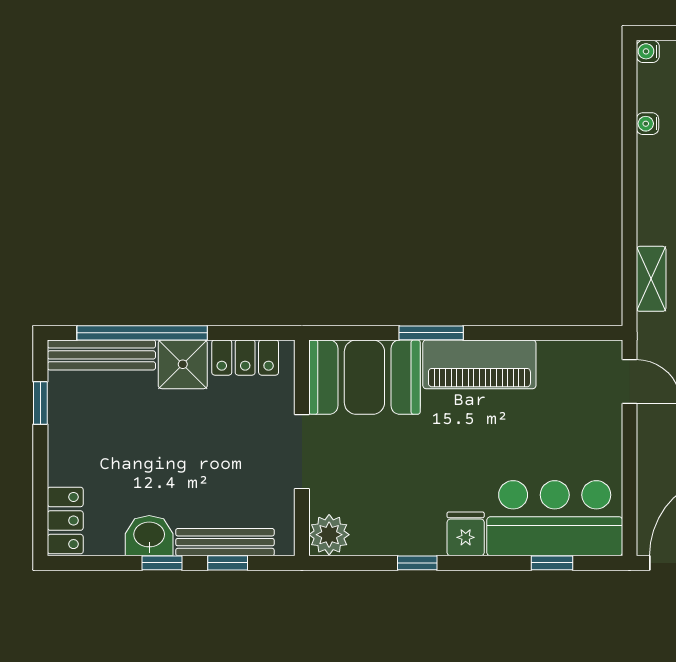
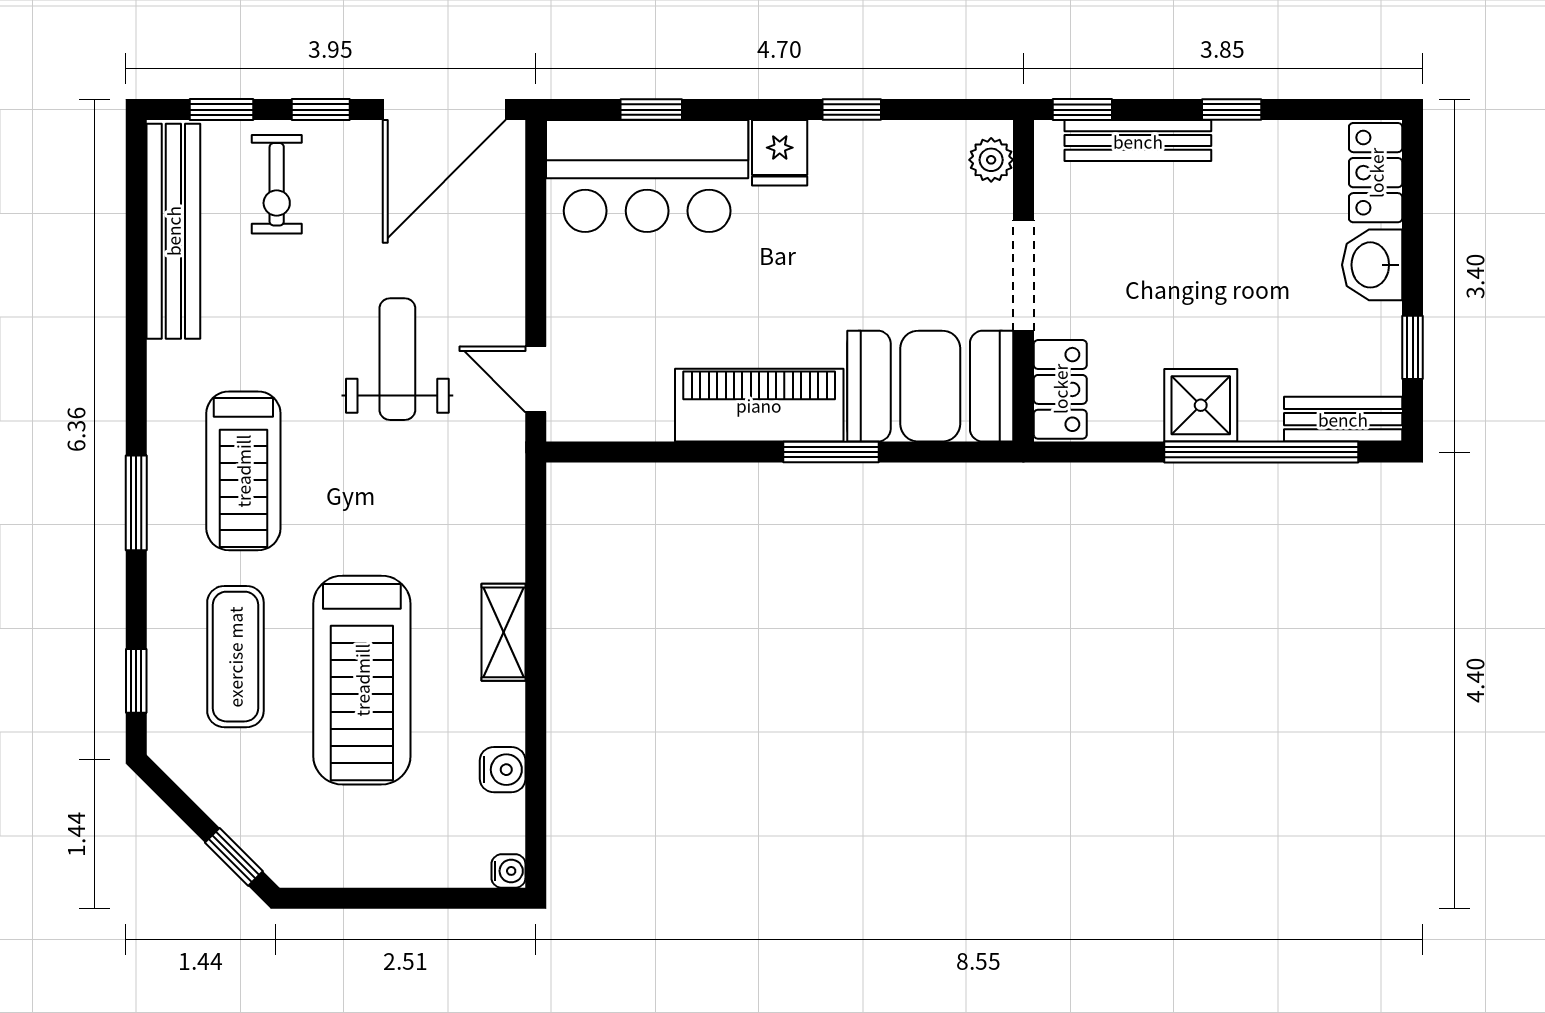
water cooler: (648, 124) -> (503, 770), width x1.38, depth x1.38
shelving: (651, 279) -> (503, 632), moved
bench: (101, 355) -> (1343, 419), width x0.73
locker: (245, 358) -> (1060, 389), moved, turned 90
plant: (329, 535) -> (991, 160), width x0.73, depth x0.73
washbasin: (149, 536) -> (1372, 265), moved, turned 90
window: (228, 563) -> (1082, 110), moved

